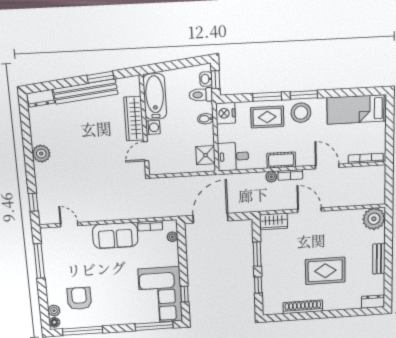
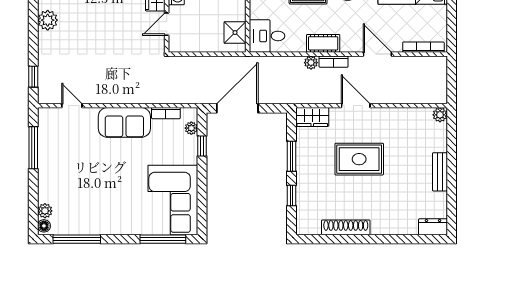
plant: (374, 219) -> (440, 115), width x0.53, depth x0.53
rug: (325, 271) -> (359, 159), moved
window: (185, 294) -> (202, 146), moved
armchair: (79, 298) -> (76, 198), removed

